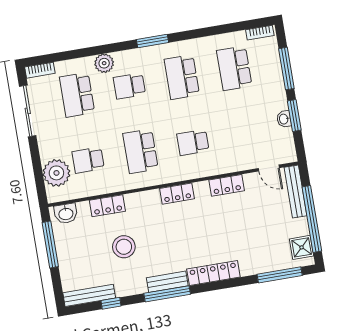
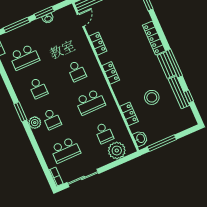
plant: (104, 63) -> (35, 123), moved
school desk: (182, 77) -> (38, 88), width x0.54
bench: (89, 295) -> (179, 92), moved

